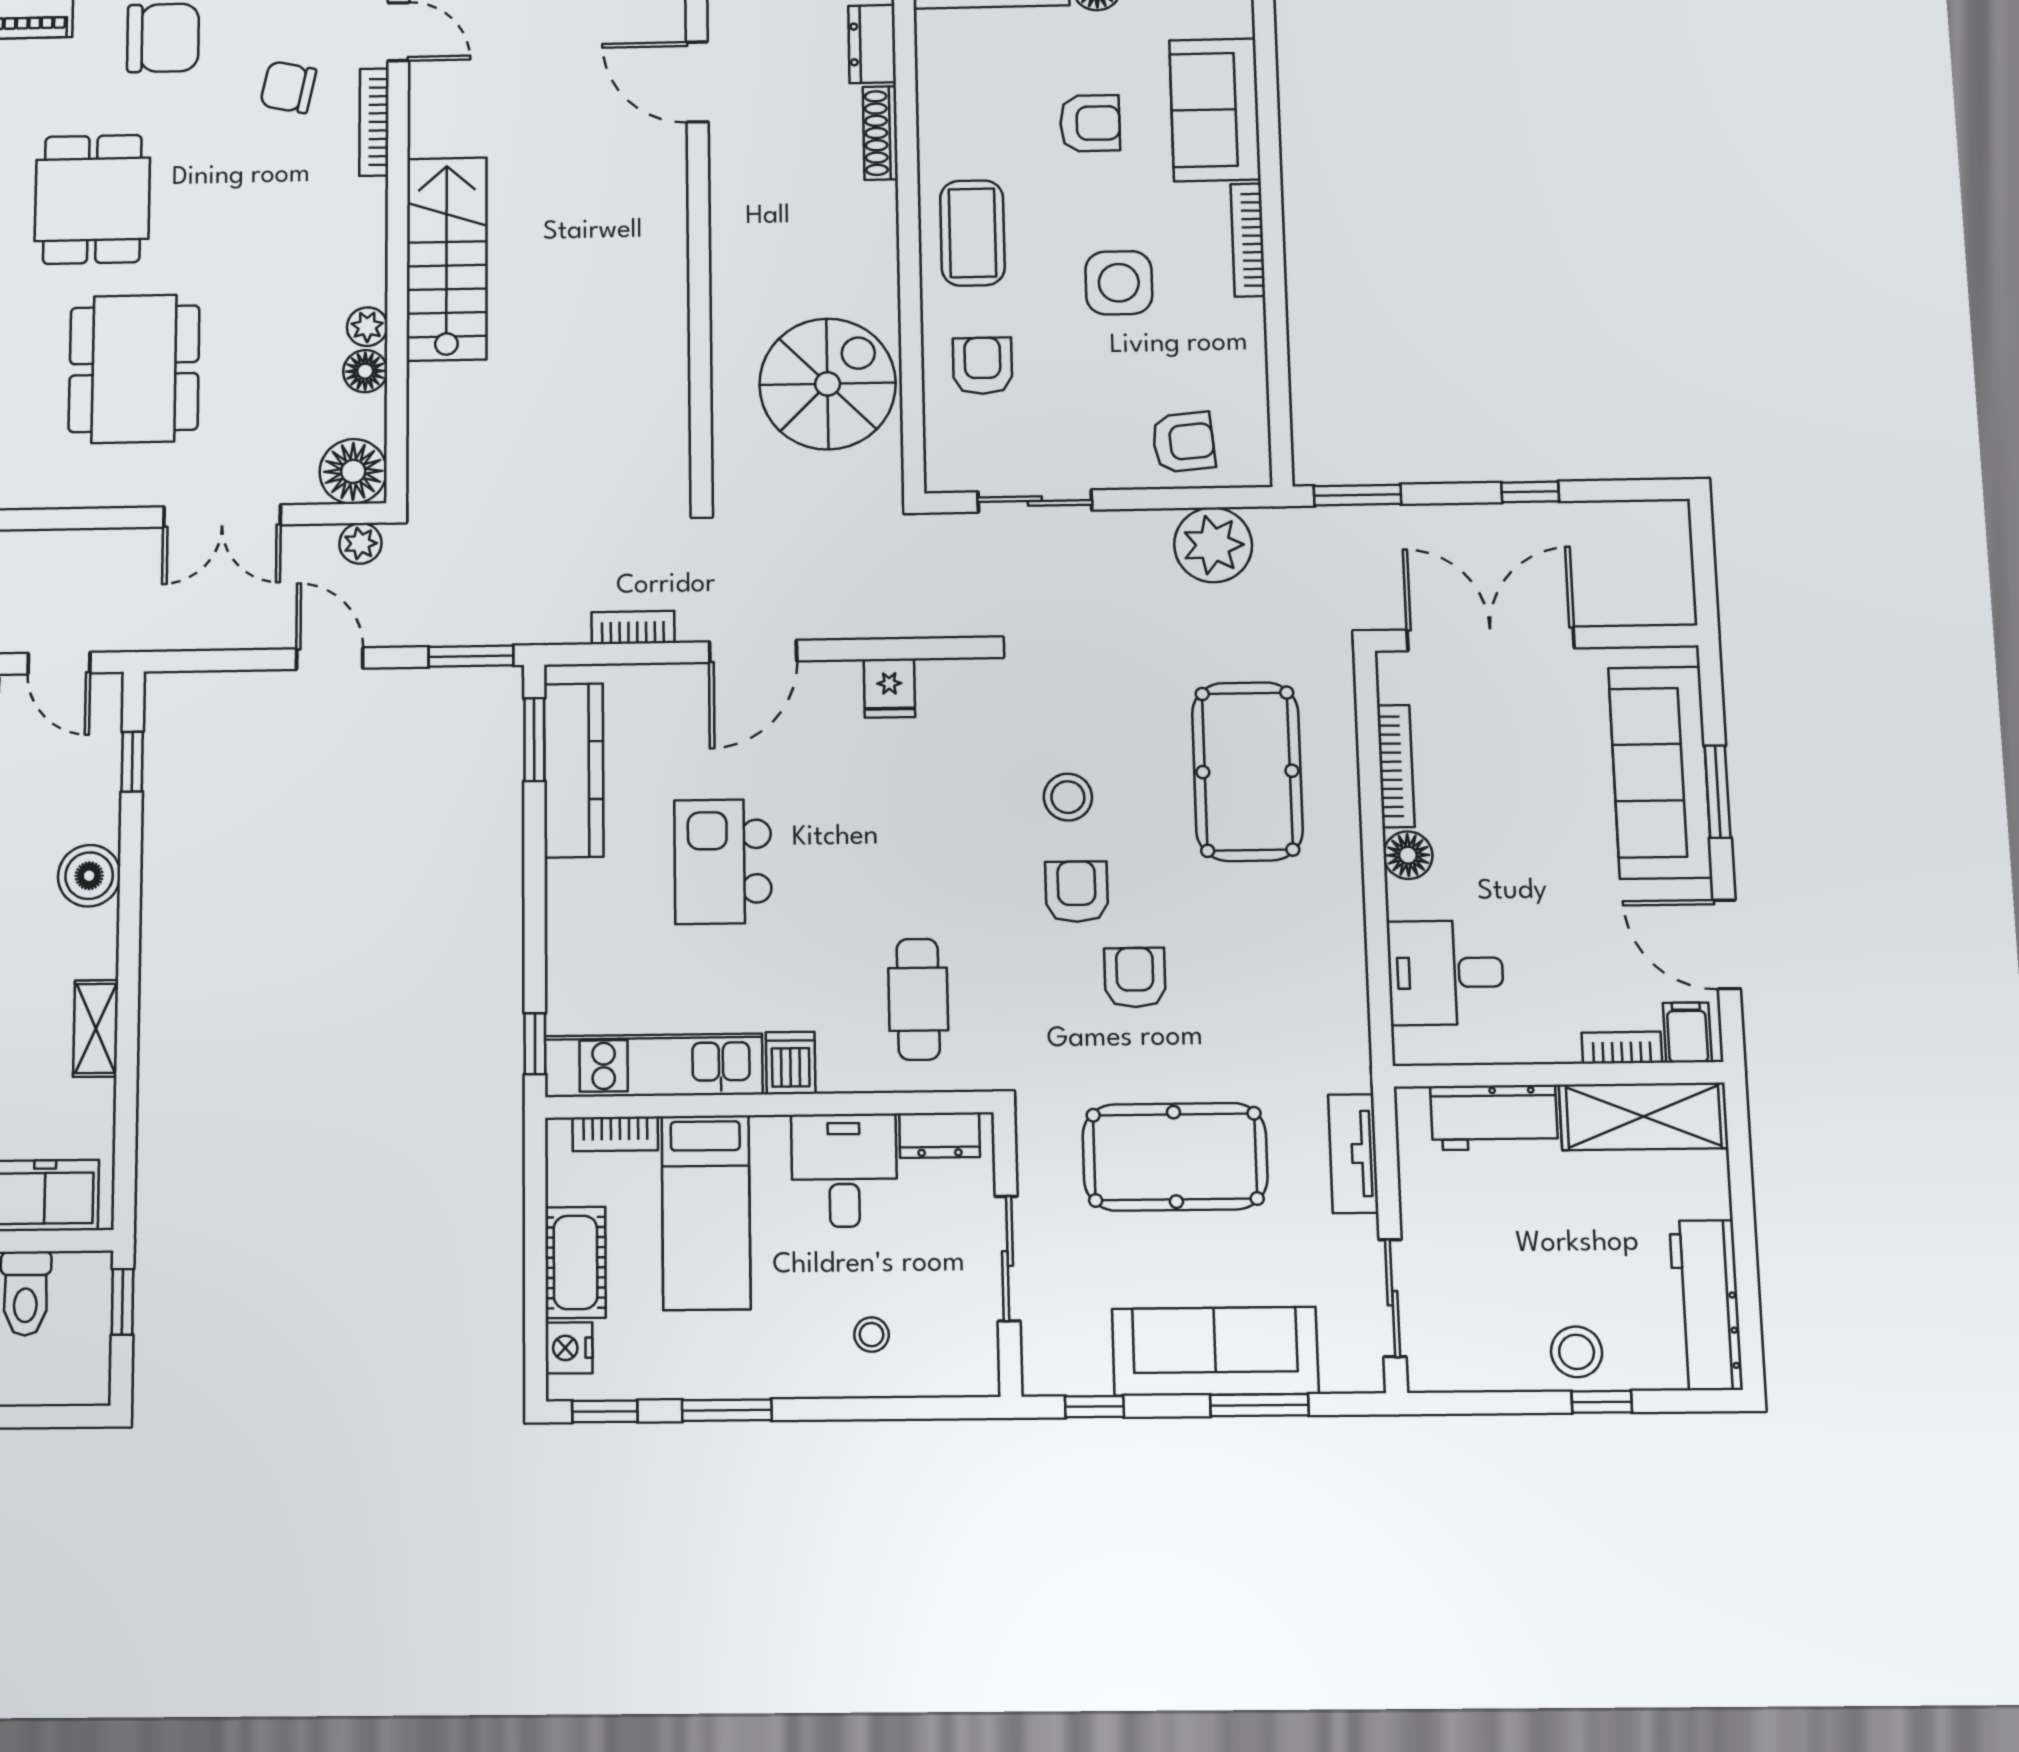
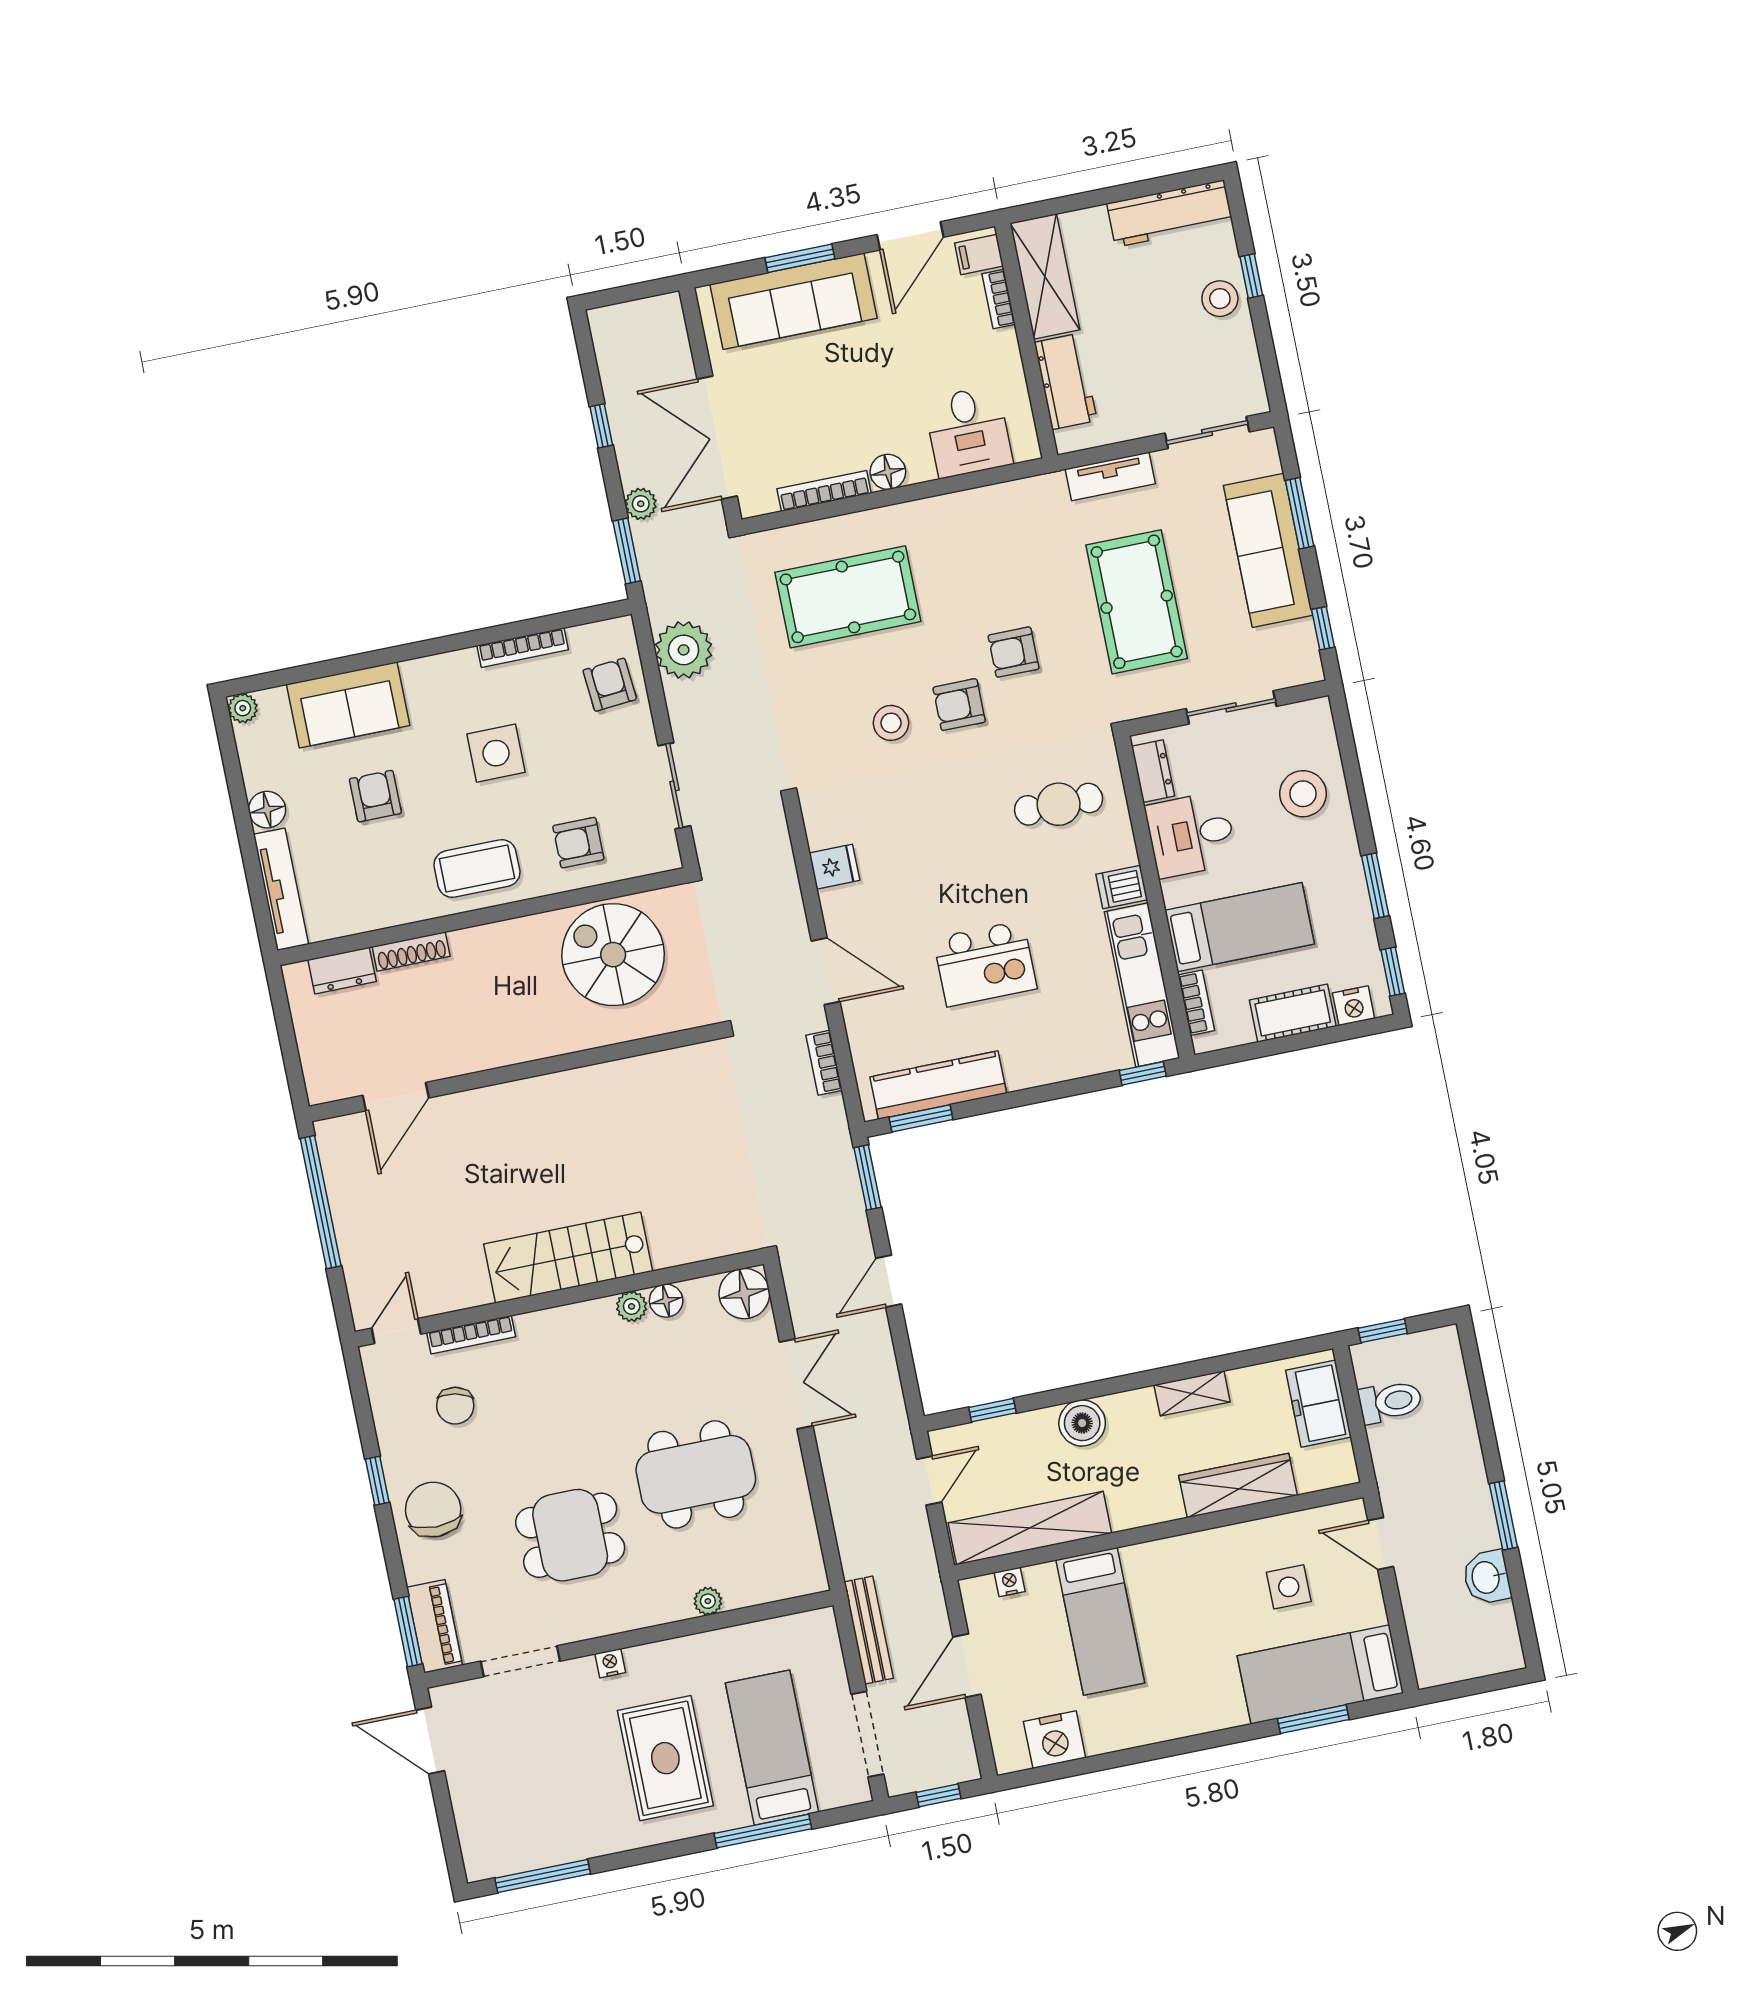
bookcase: (1248, 240) -> (523, 648), moved
plant: (360, 543) -> (641, 504), moved
stool: (872, 1335) -> (1303, 794), width x1.89, depth x1.89

